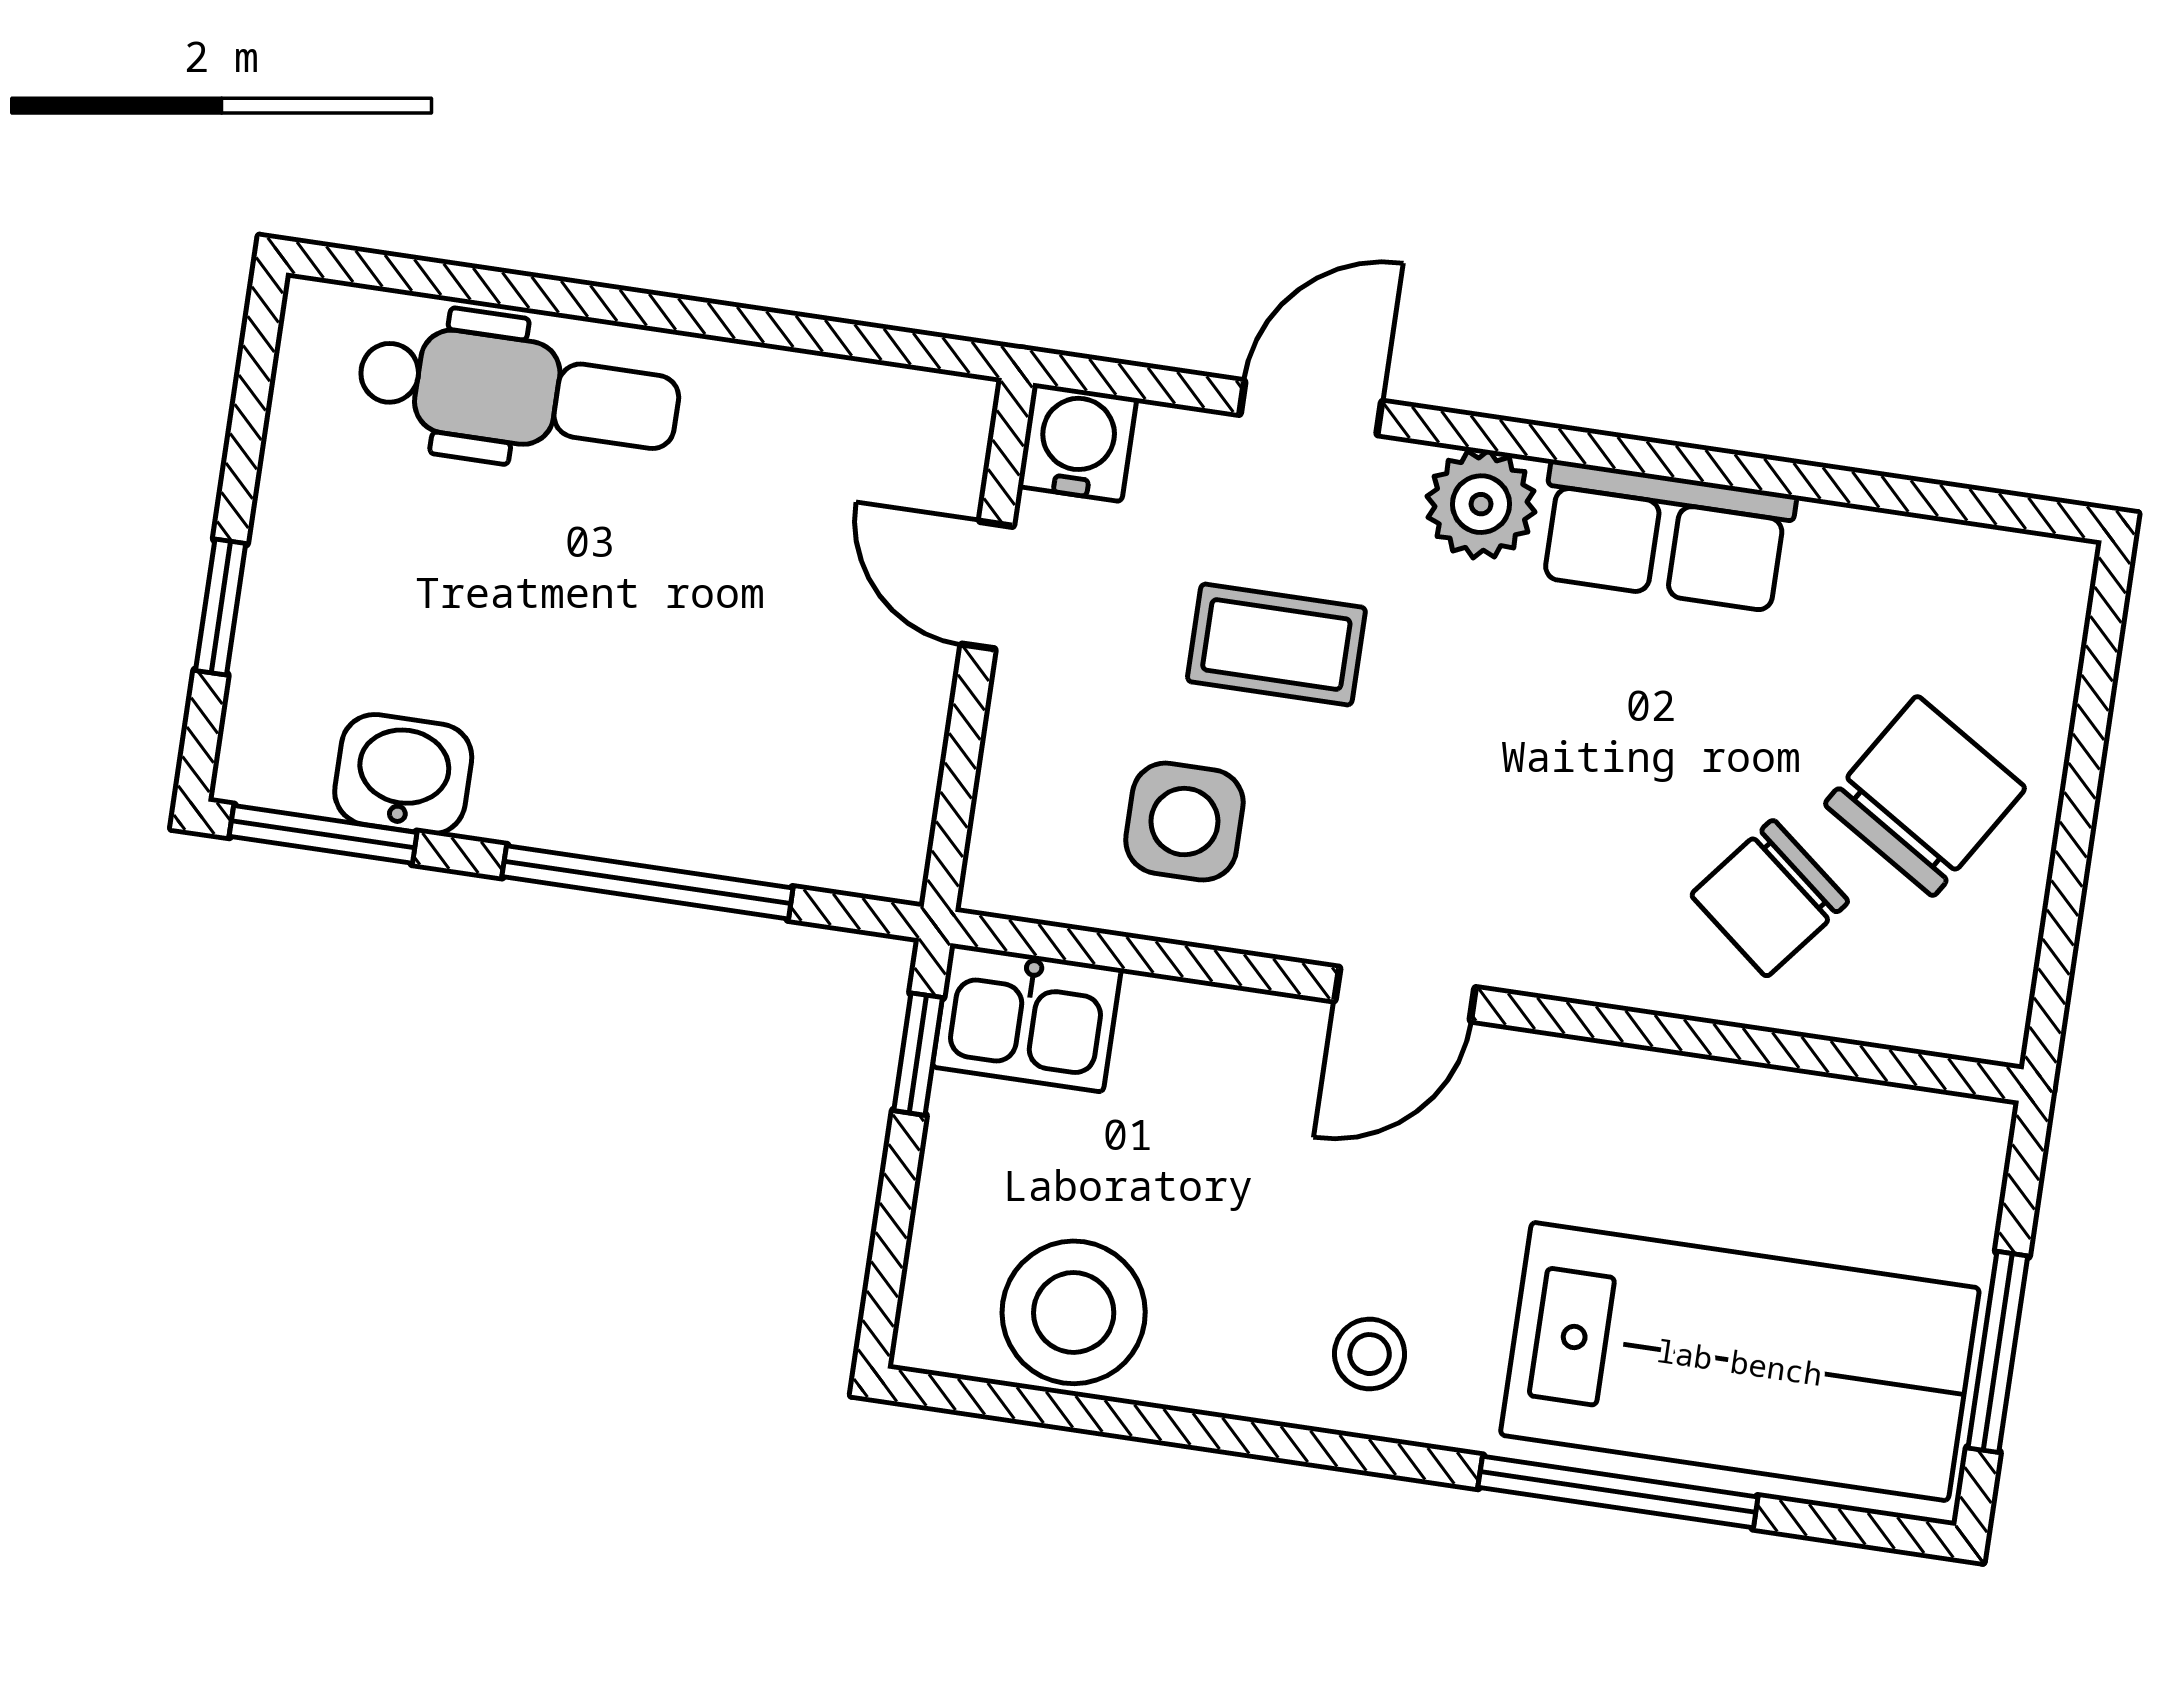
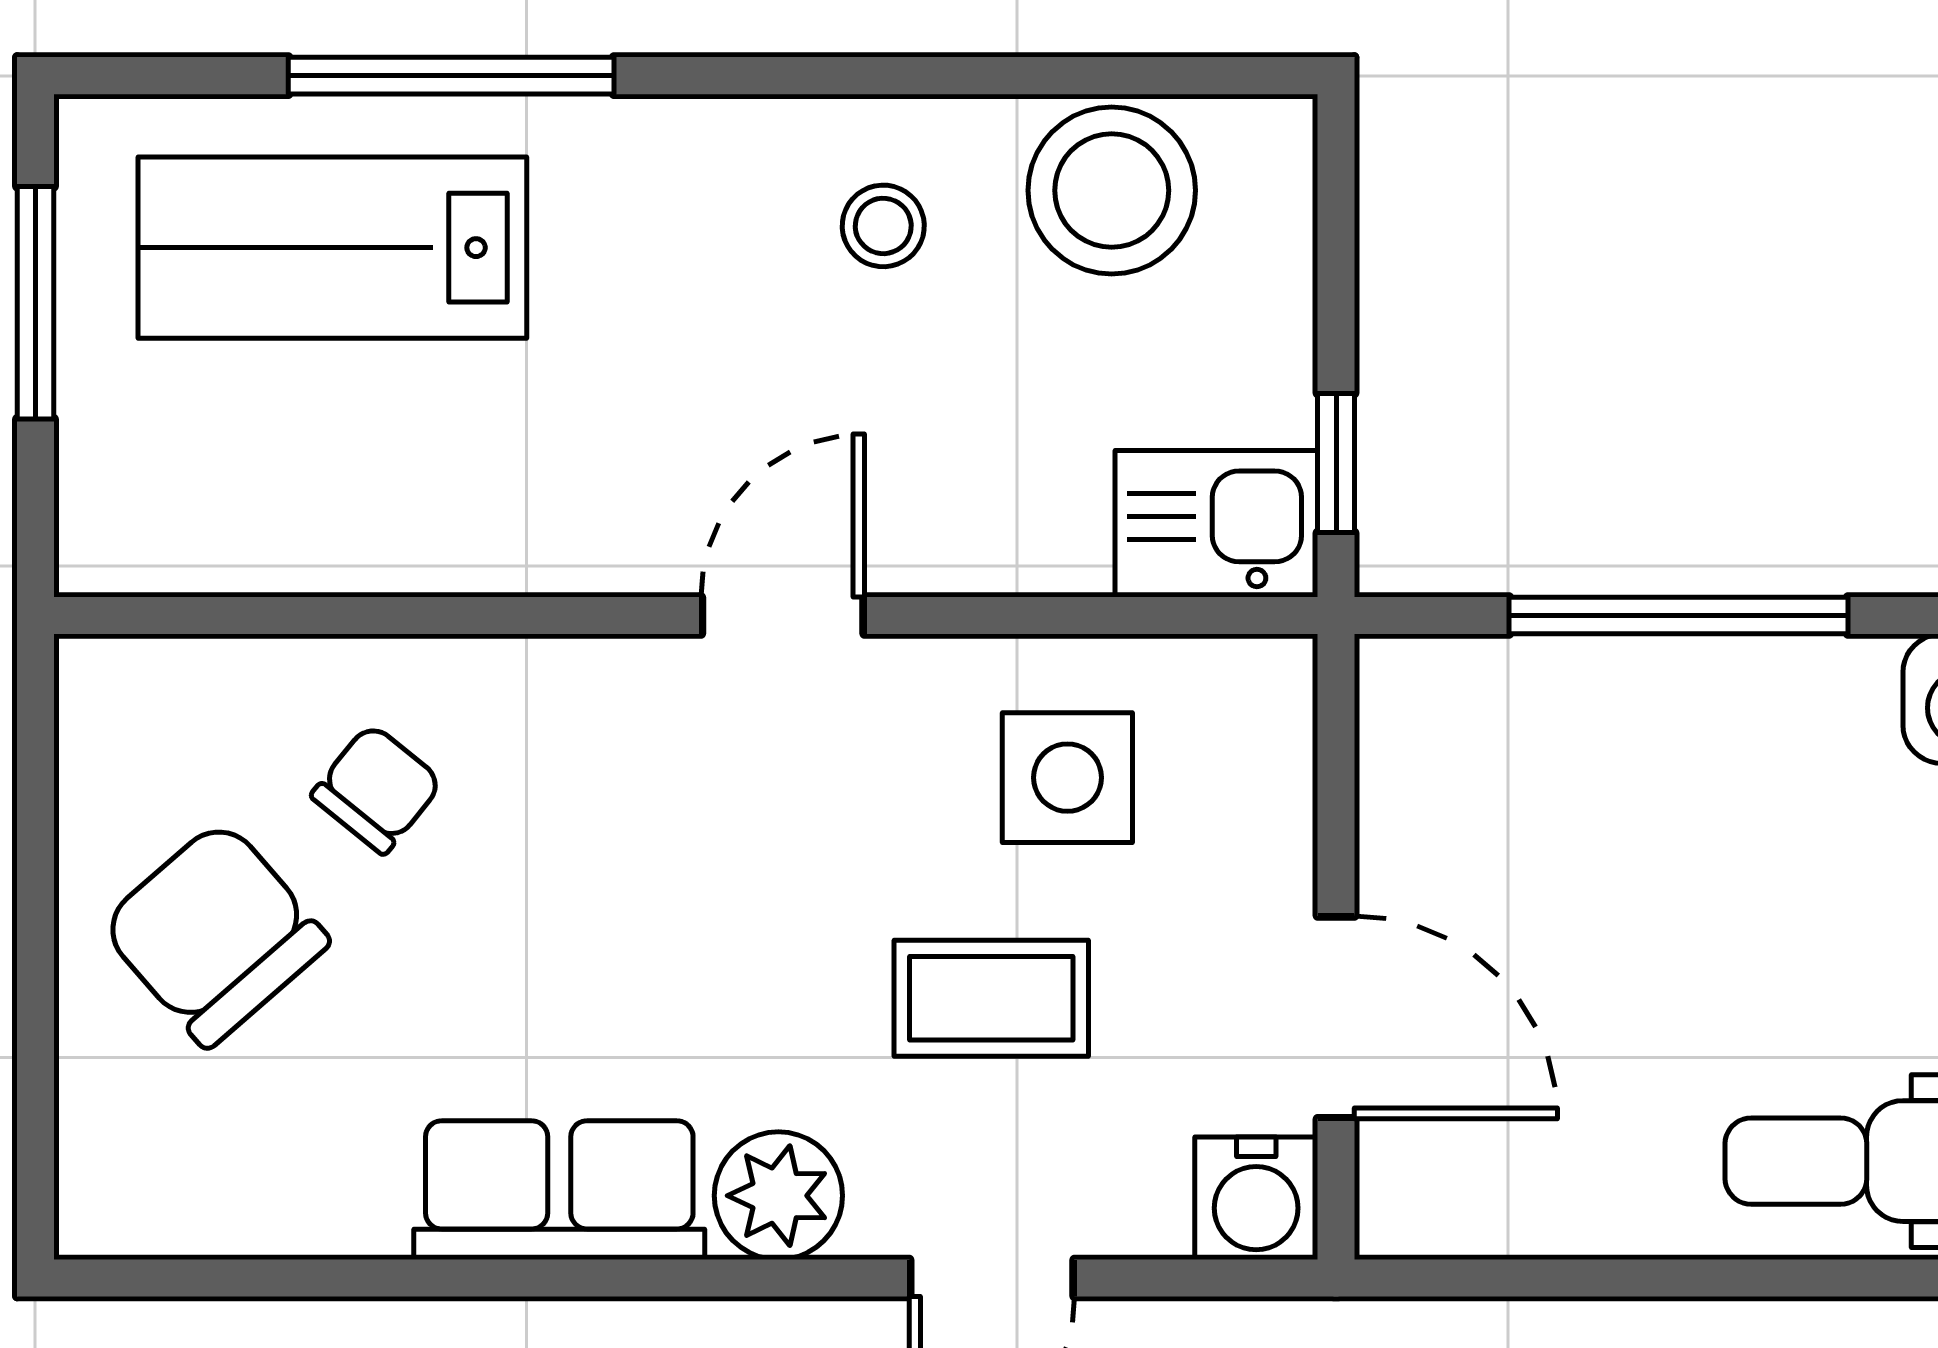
door: (987, 585) -> (1336, 1017), width x1.38
chair: (1925, 796) -> (215, 934), turned 107
chair: (1770, 898) -> (377, 789), width x0.73, depth x0.73
stool: (1370, 1354) -> (883, 226), moved
lab bench: (1740, 1362) -> (332, 248), width x0.73, depth x0.72

